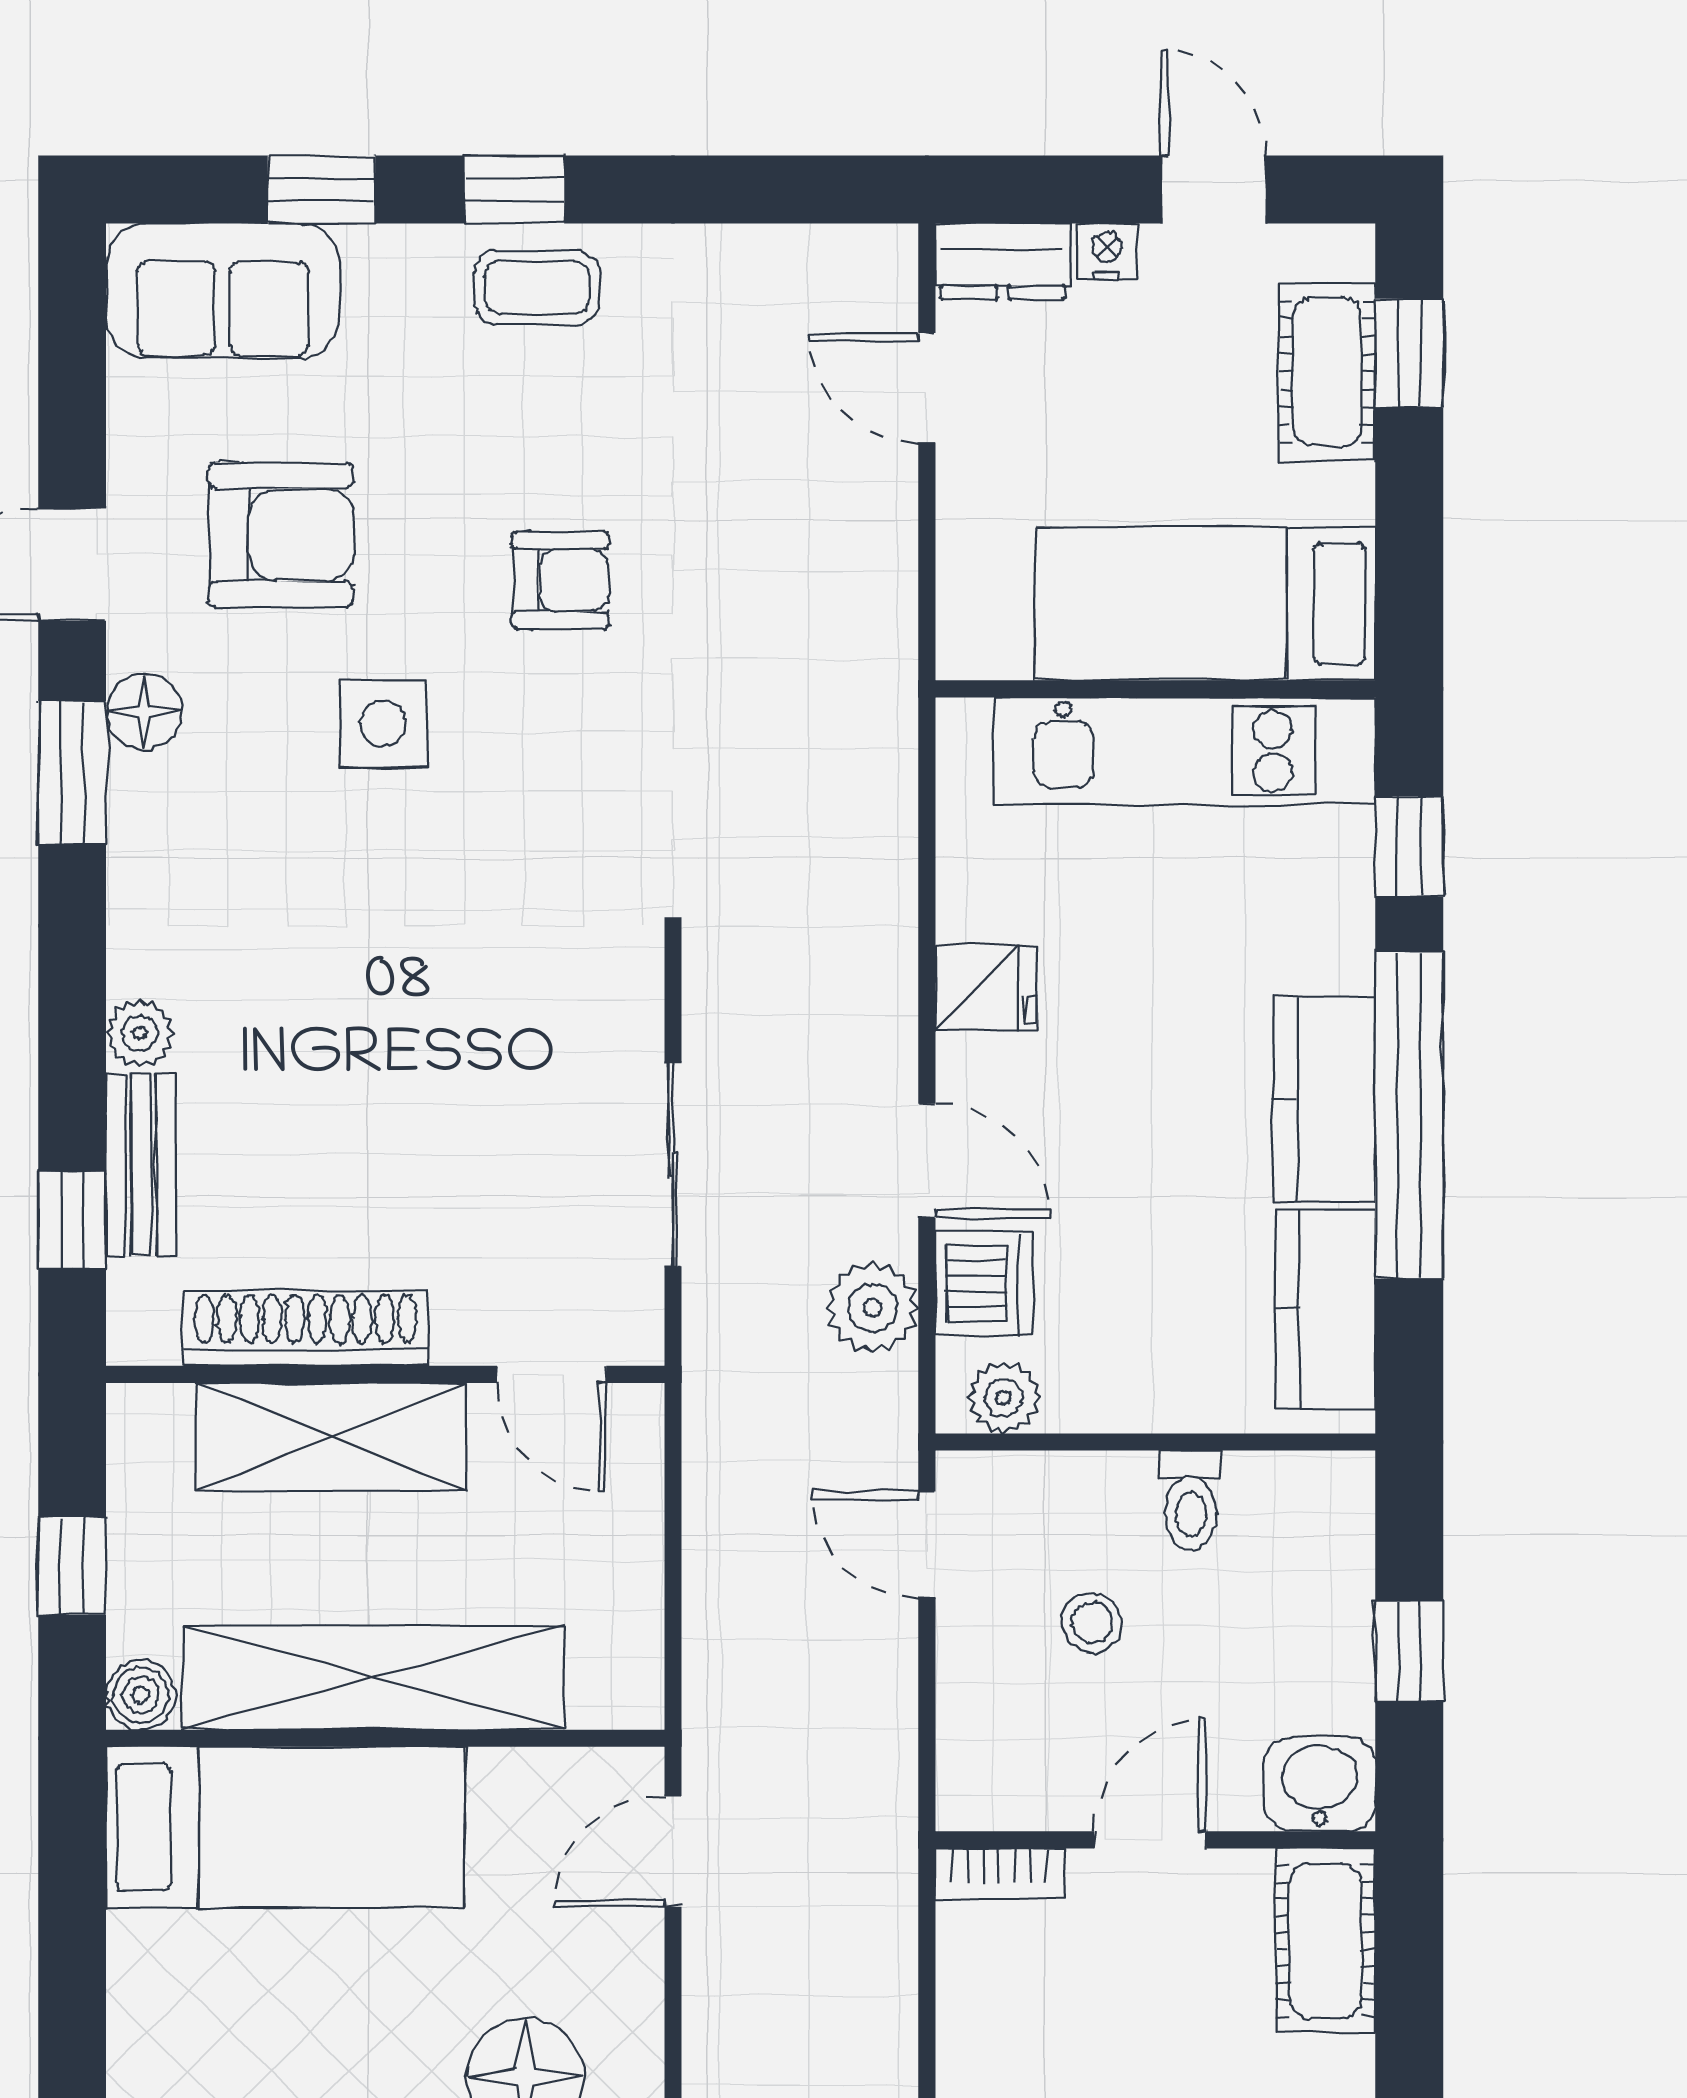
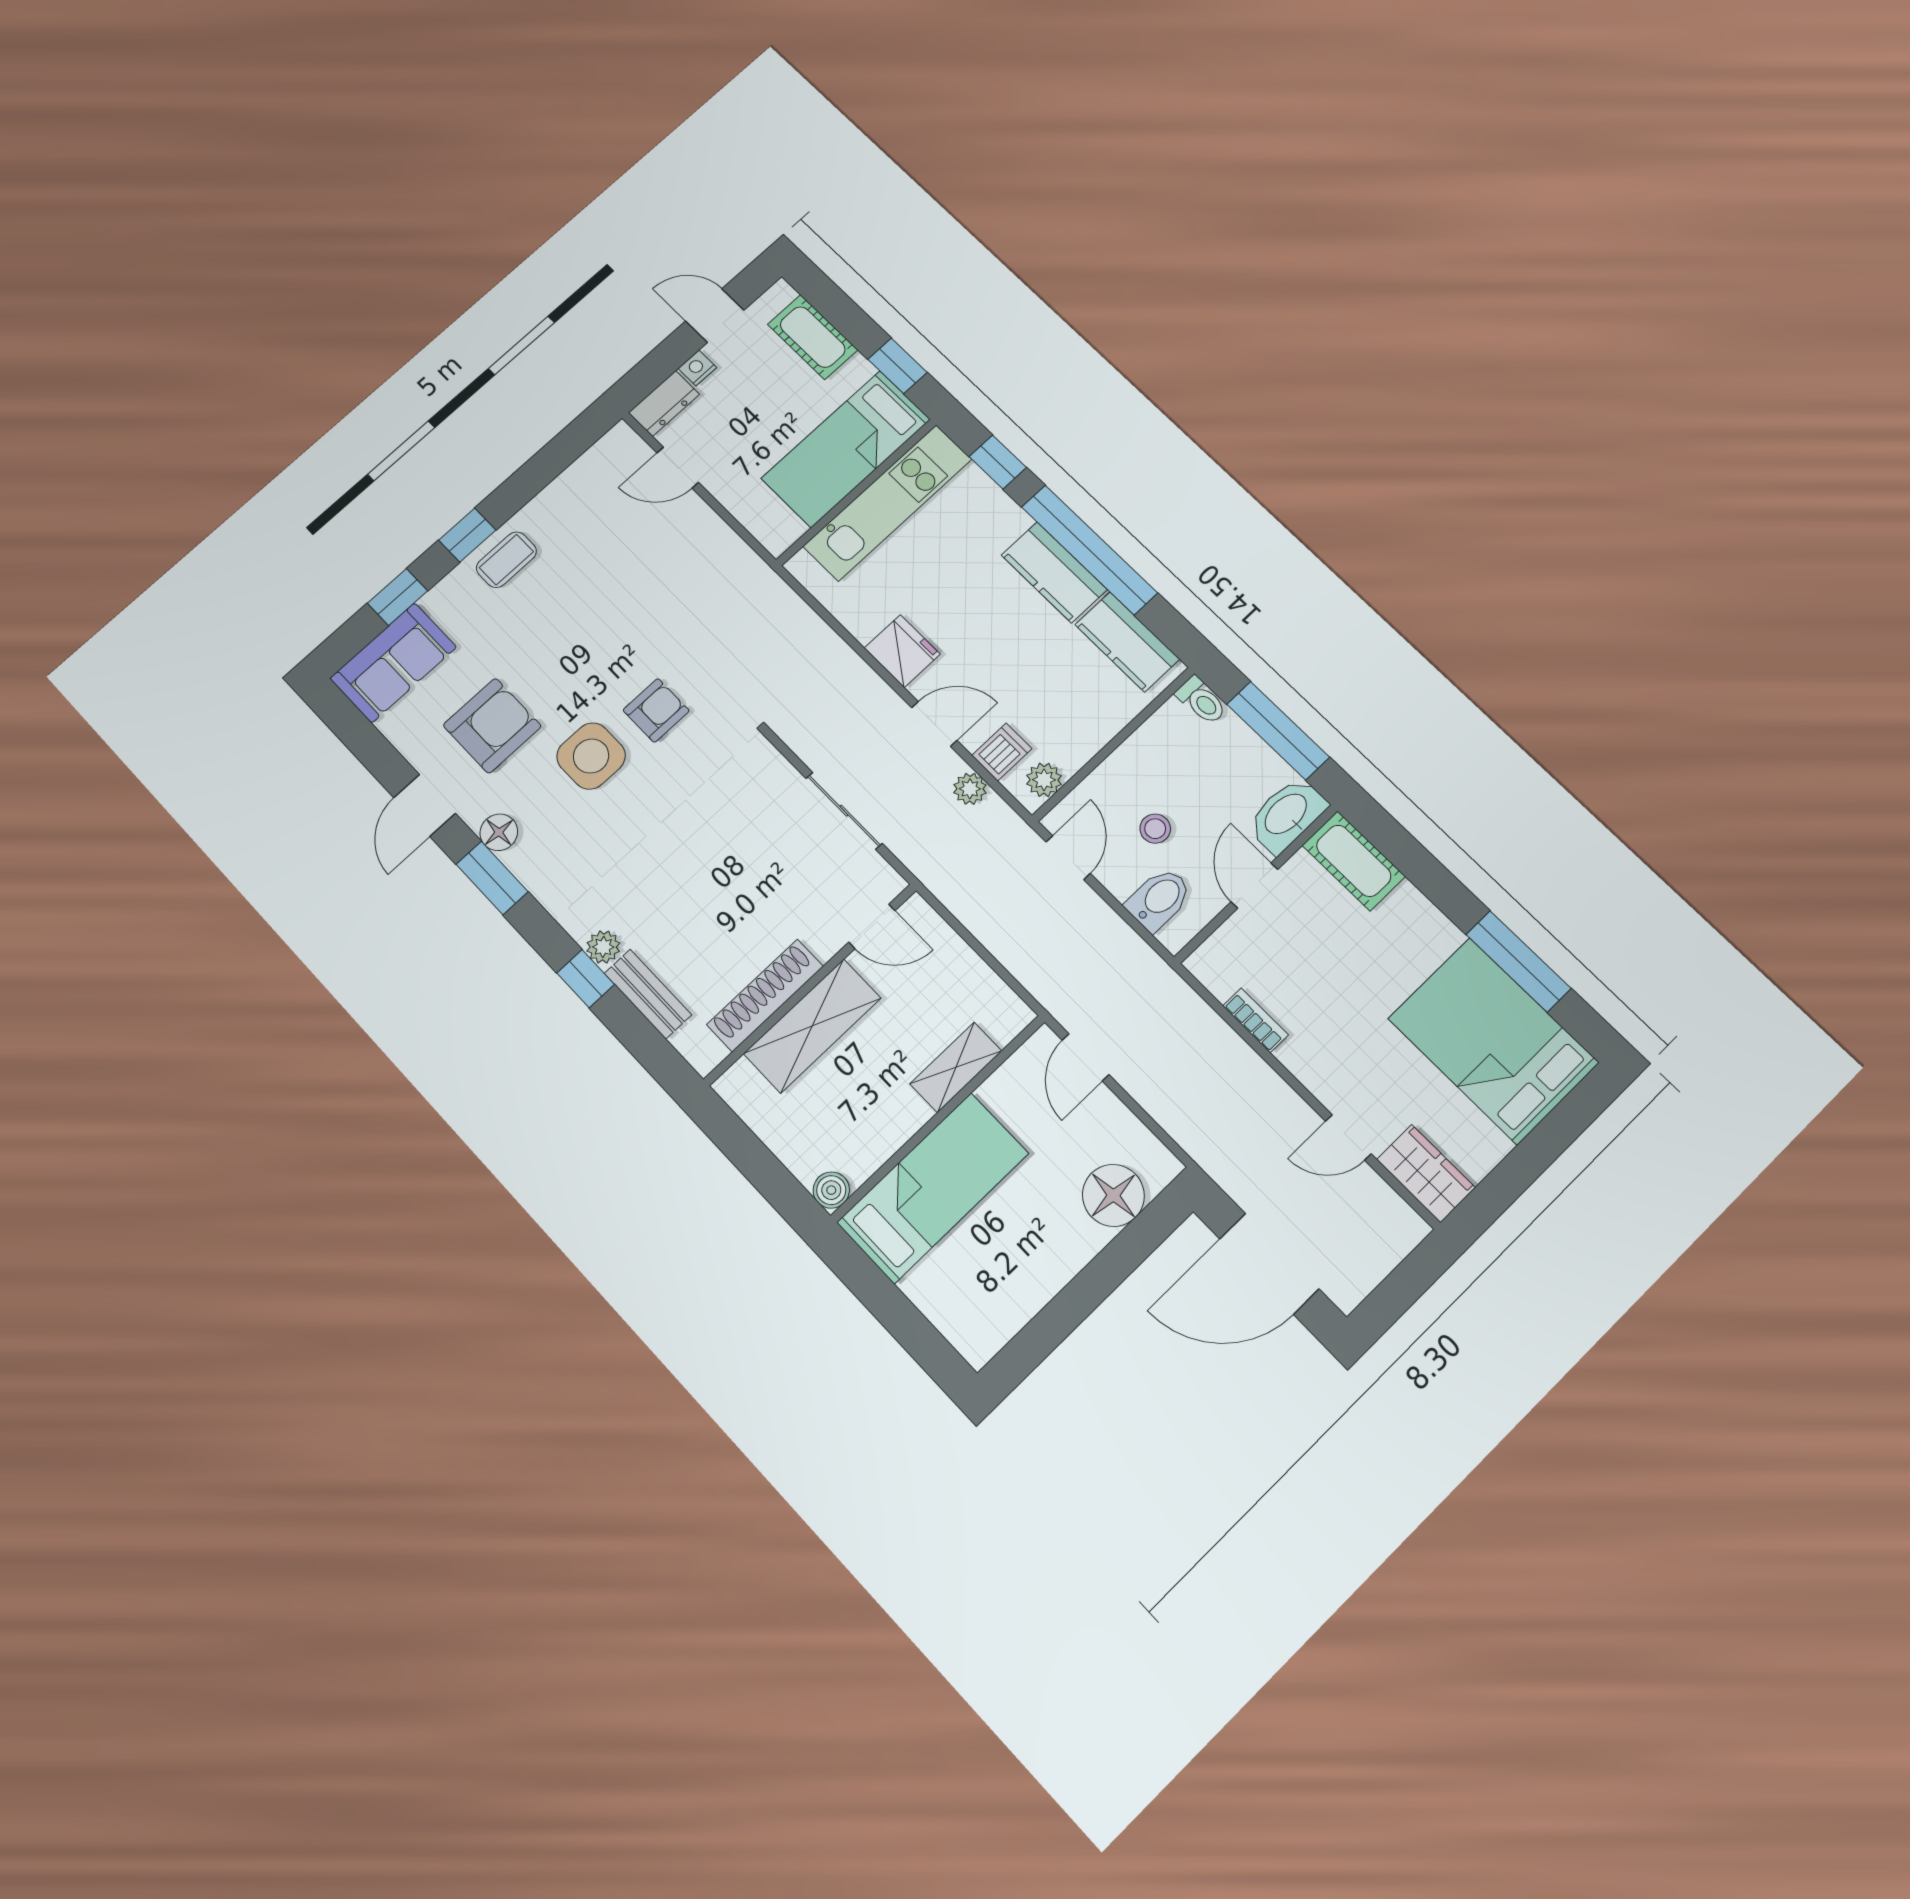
window: (1409, 353) -> (898, 366), moved
armchair: (560, 580) -> (656, 710), moved
side table: (383, 724) -> (591, 756), width x1.37, depth x1.37
fridge: (986, 988) -> (902, 651), width x1.38
window: (72, 1220) -> (586, 979), moved
dishwasher: (984, 1283) -> (1002, 752), width x0.73
plant: (872, 1308) -> (970, 789), width x0.73, depth x0.73
toilet: (1191, 1500) -> (1201, 700), moved
door: (927, 1545) -> (1068, 858), swing flipped
window: (72, 1566) -> (760, 1166), removed
window: (1409, 1651) -> (1278, 731), width x2.17
shelving: (374, 1678) -> (956, 1067), width x0.45, depth x0.75
bidet: (997, 1729) -> (1159, 899), added
washbasin: (1320, 1784) -> (1287, 815), width x1.38
bookcase: (999, 1874) -> (1256, 1020), moved, turned -90

